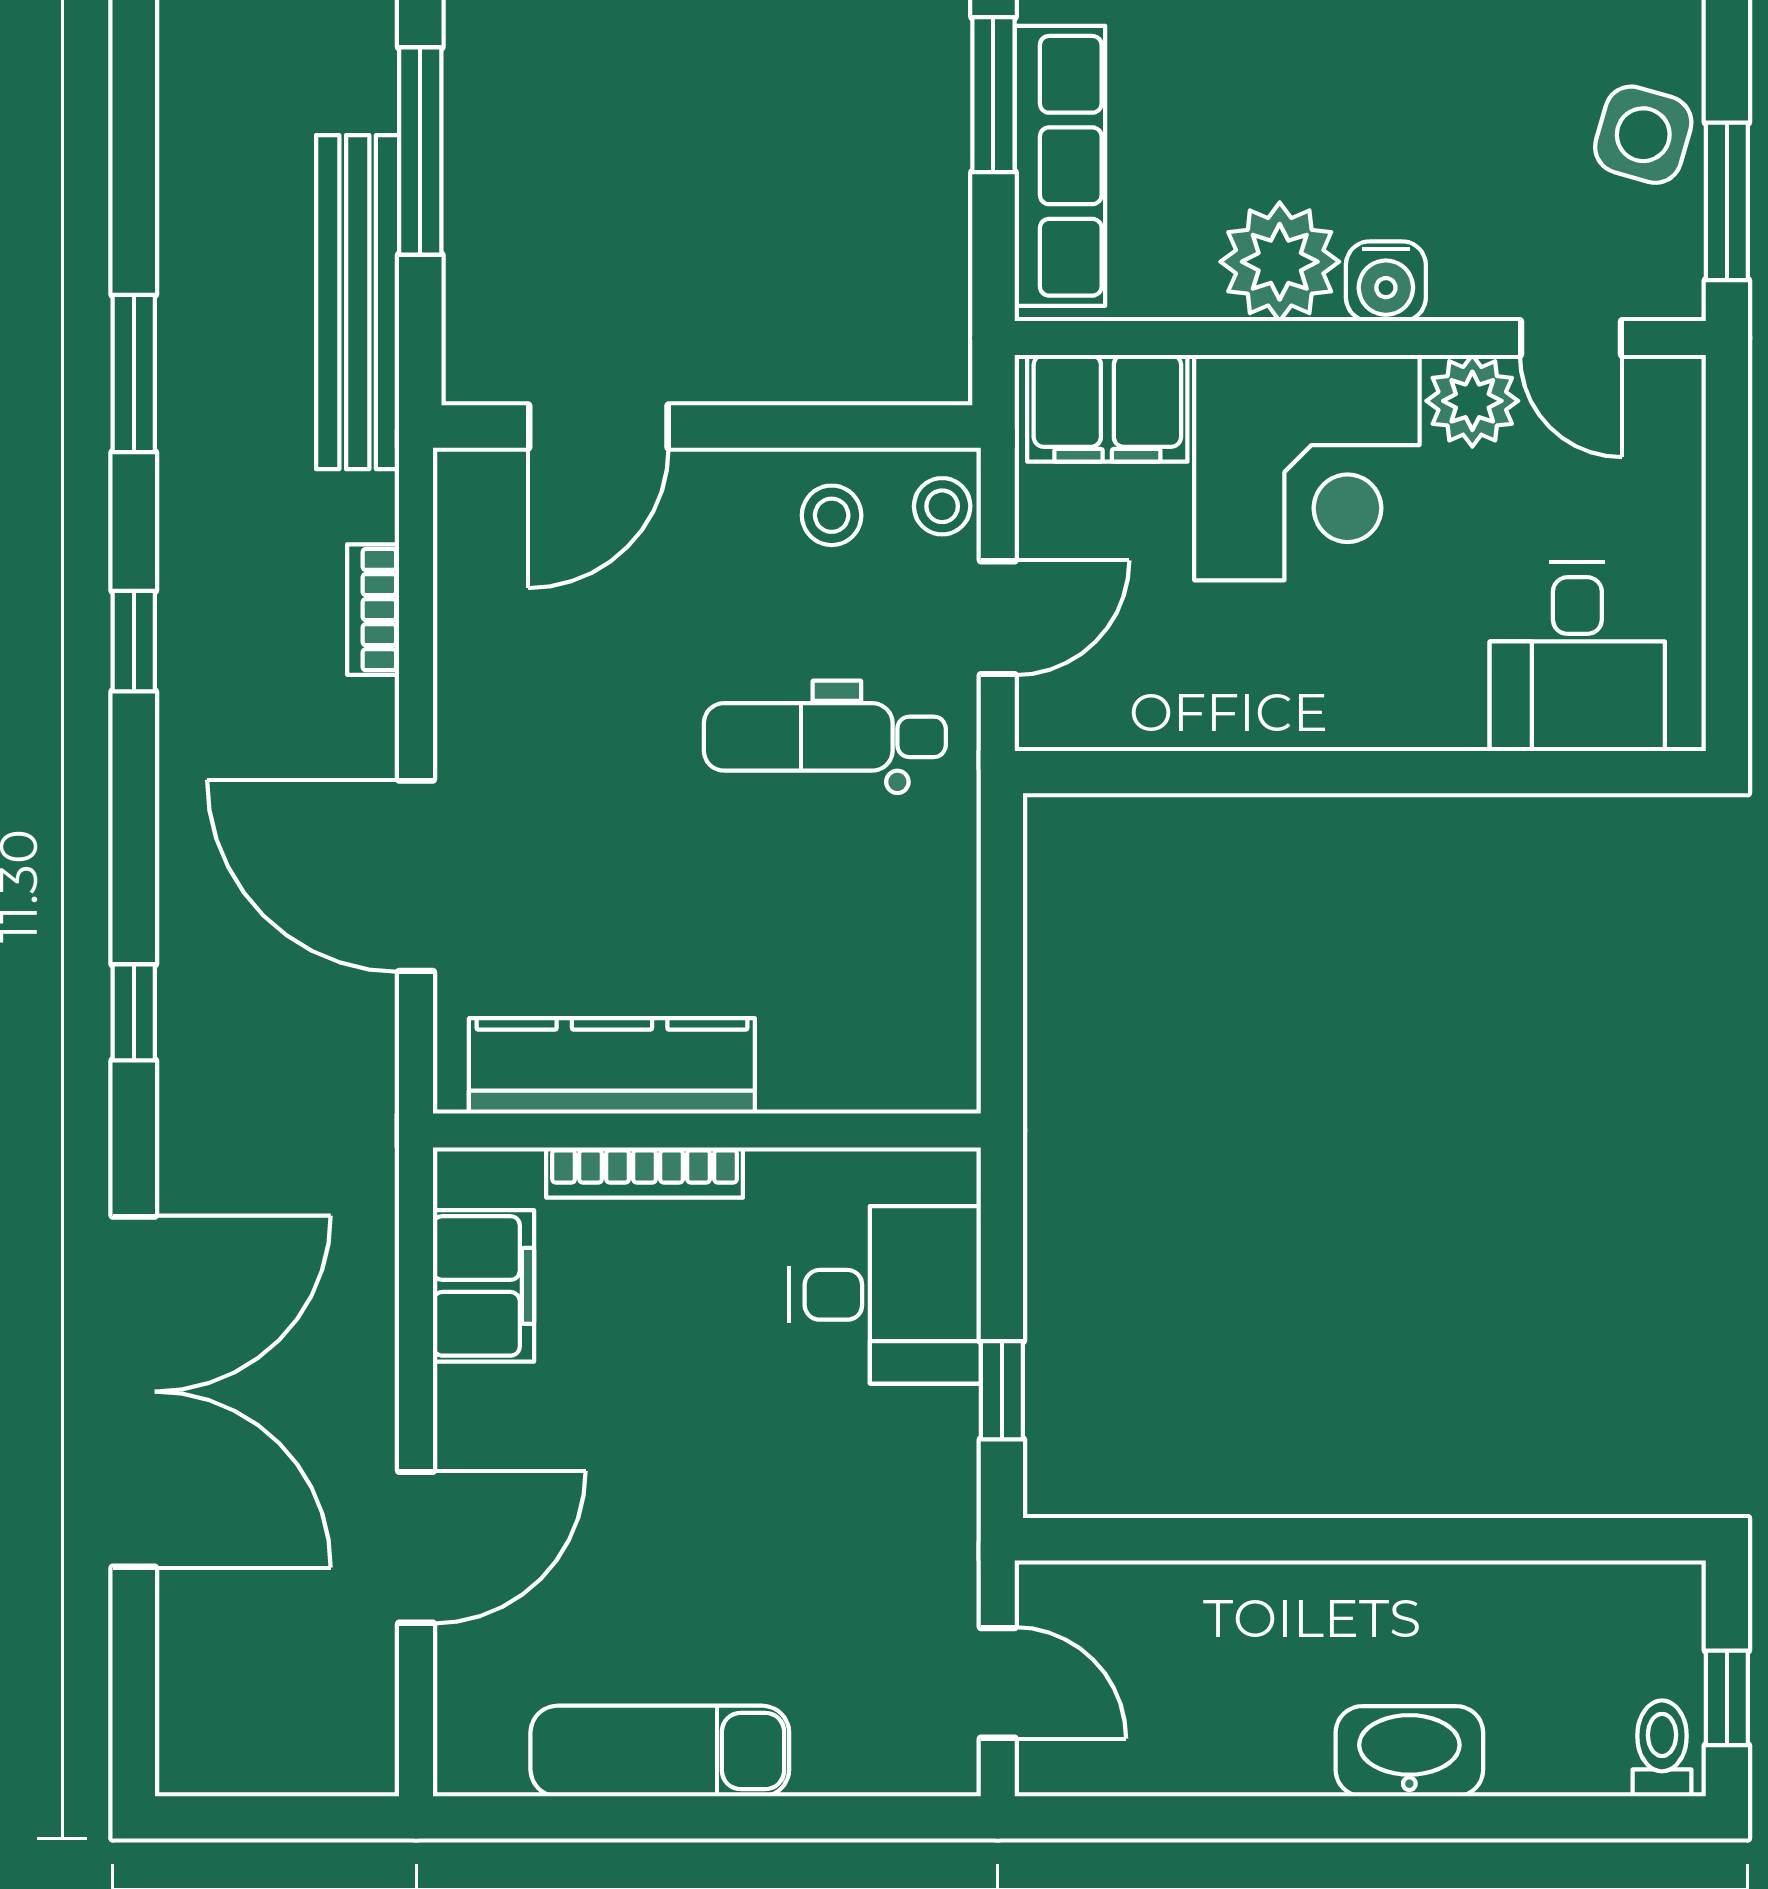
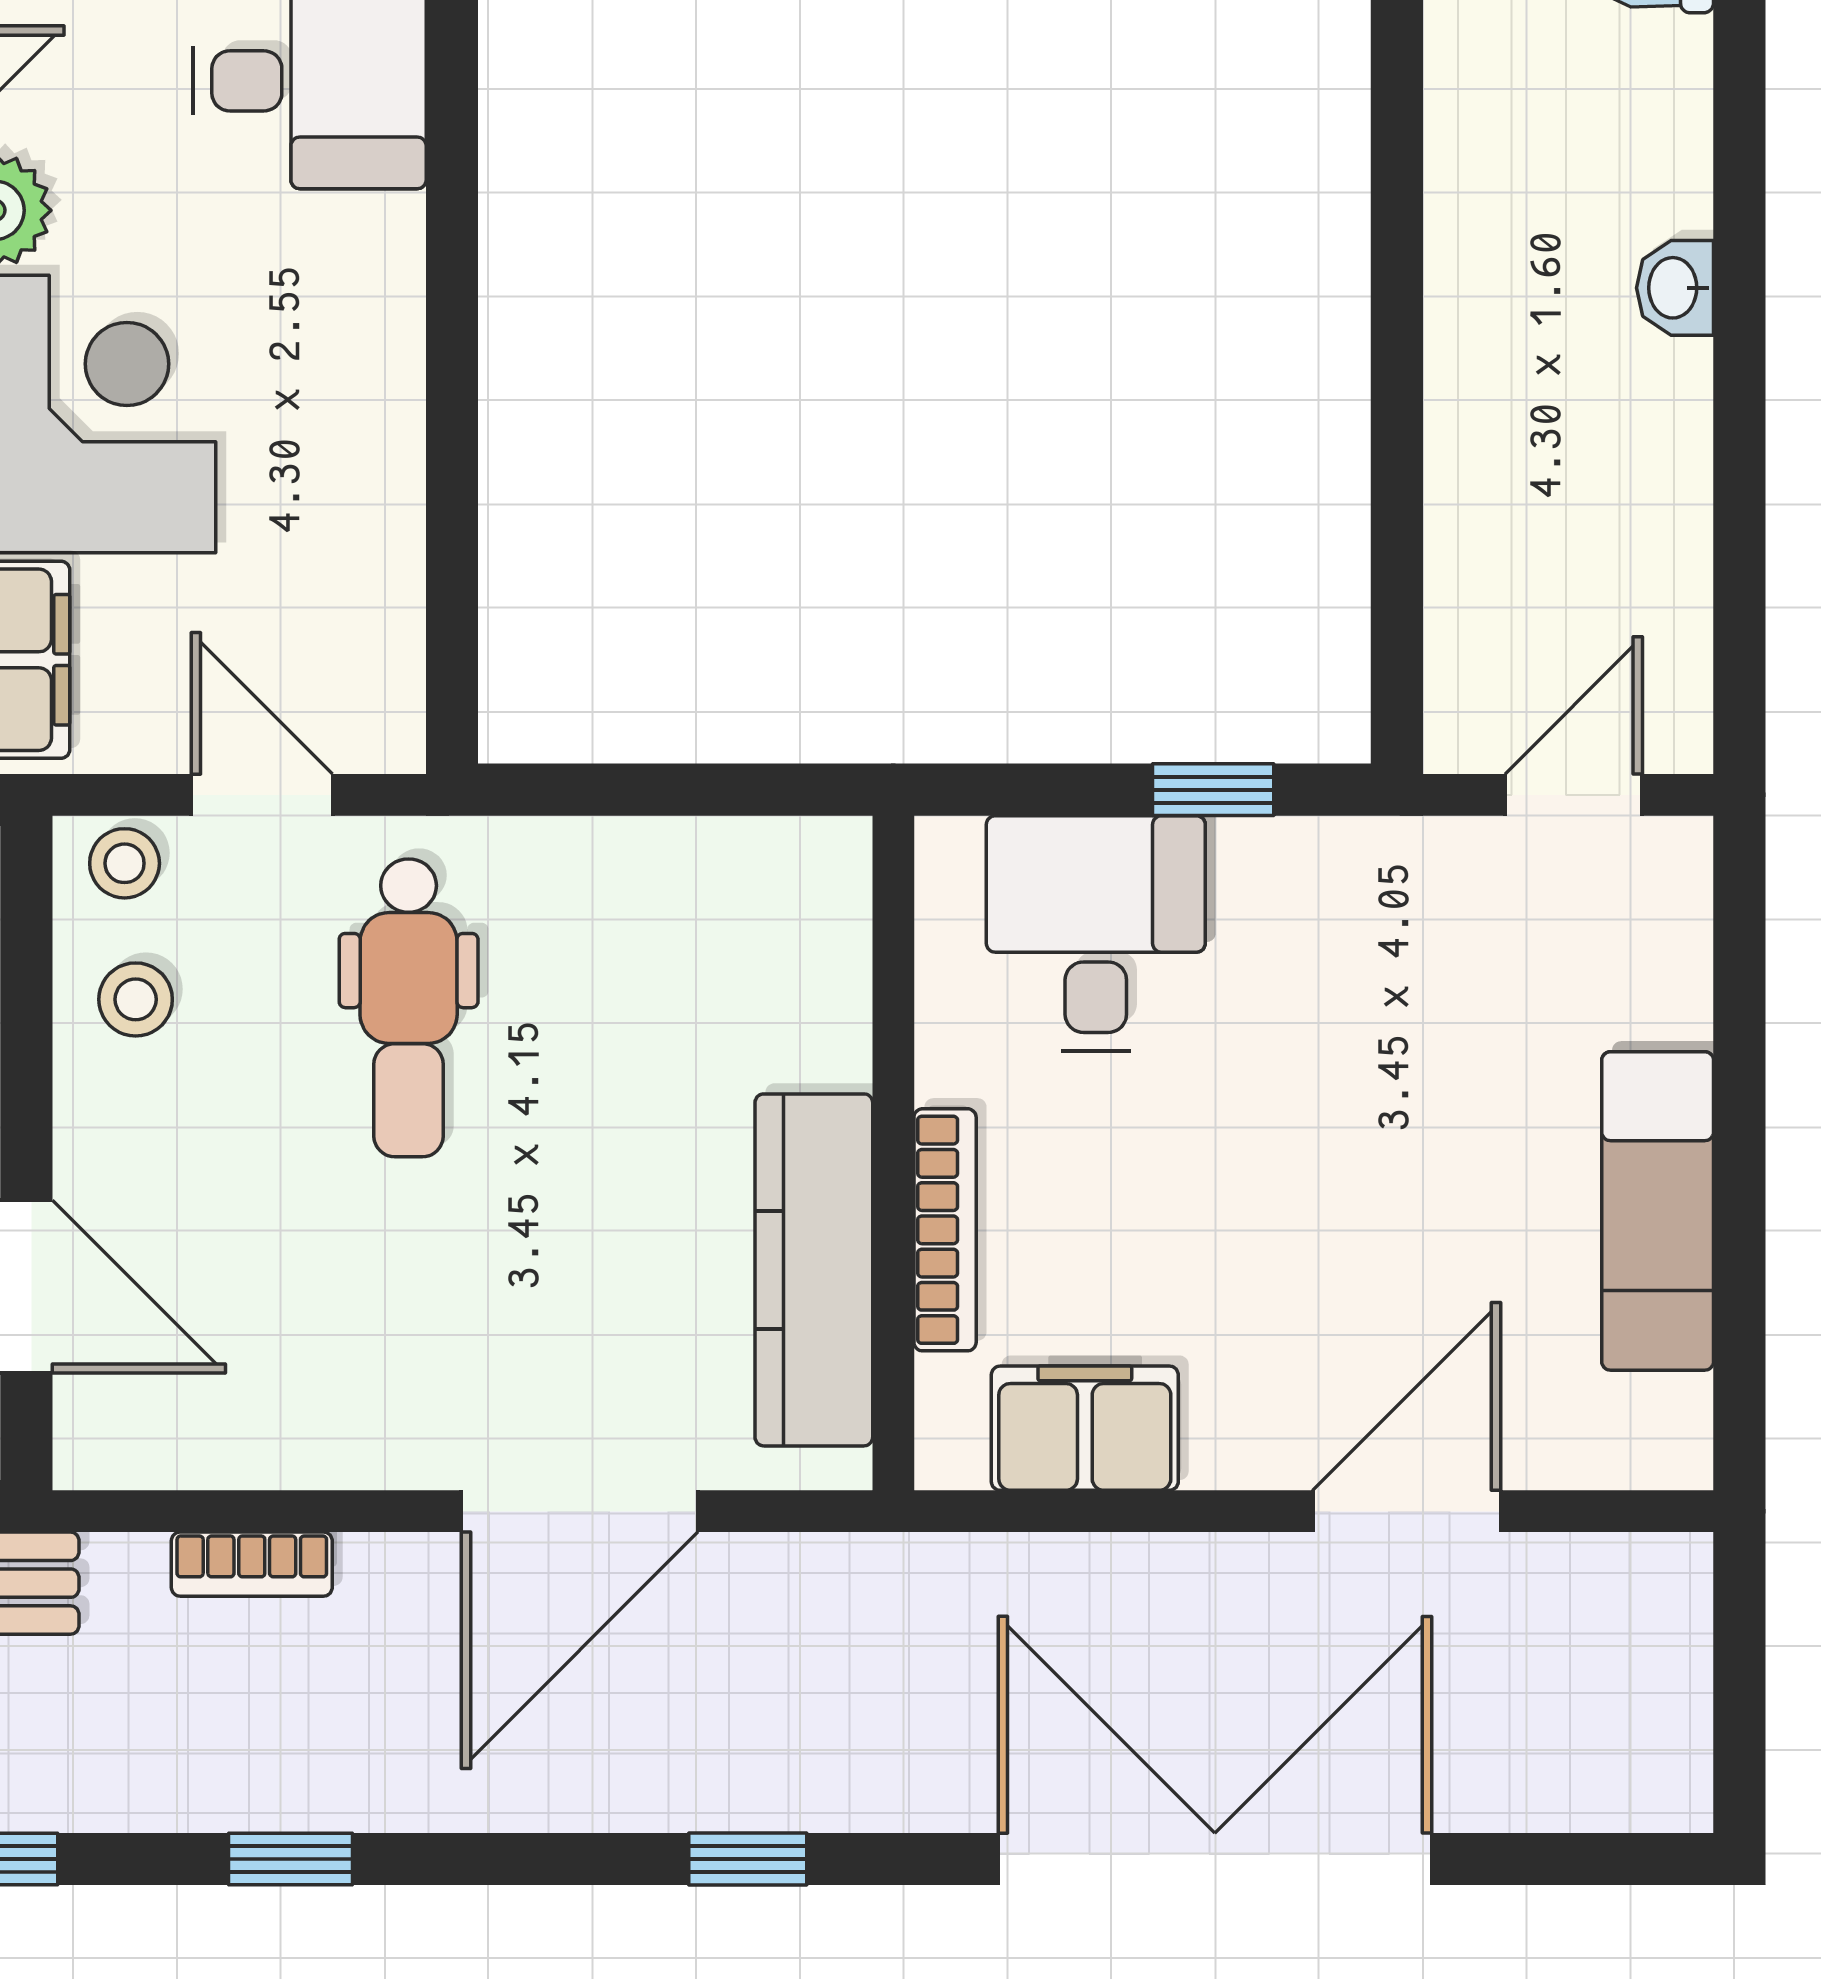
door: (416, 1547) -> (1407, 1511), hinge flipped
washbasin: (1409, 1751) -> (1675, 288), width x0.52, depth x0.69

